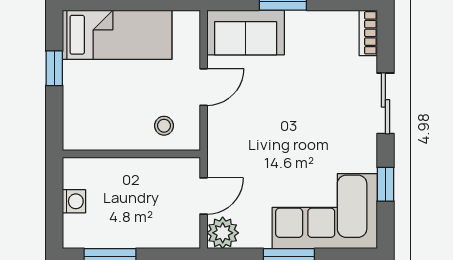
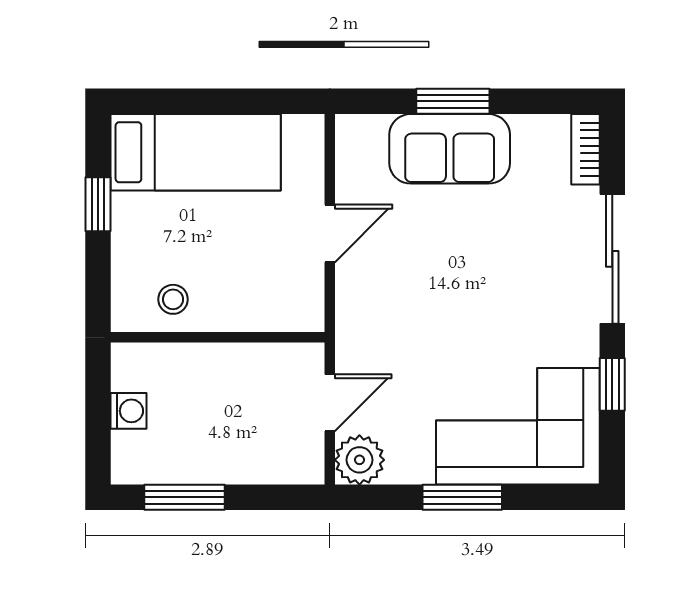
sofa: (246, 32) -> (450, 149), moved
sliding door: (385, 103) -> (612, 259), width x1.37
stool: (164, 126) -> (173, 299), moved

